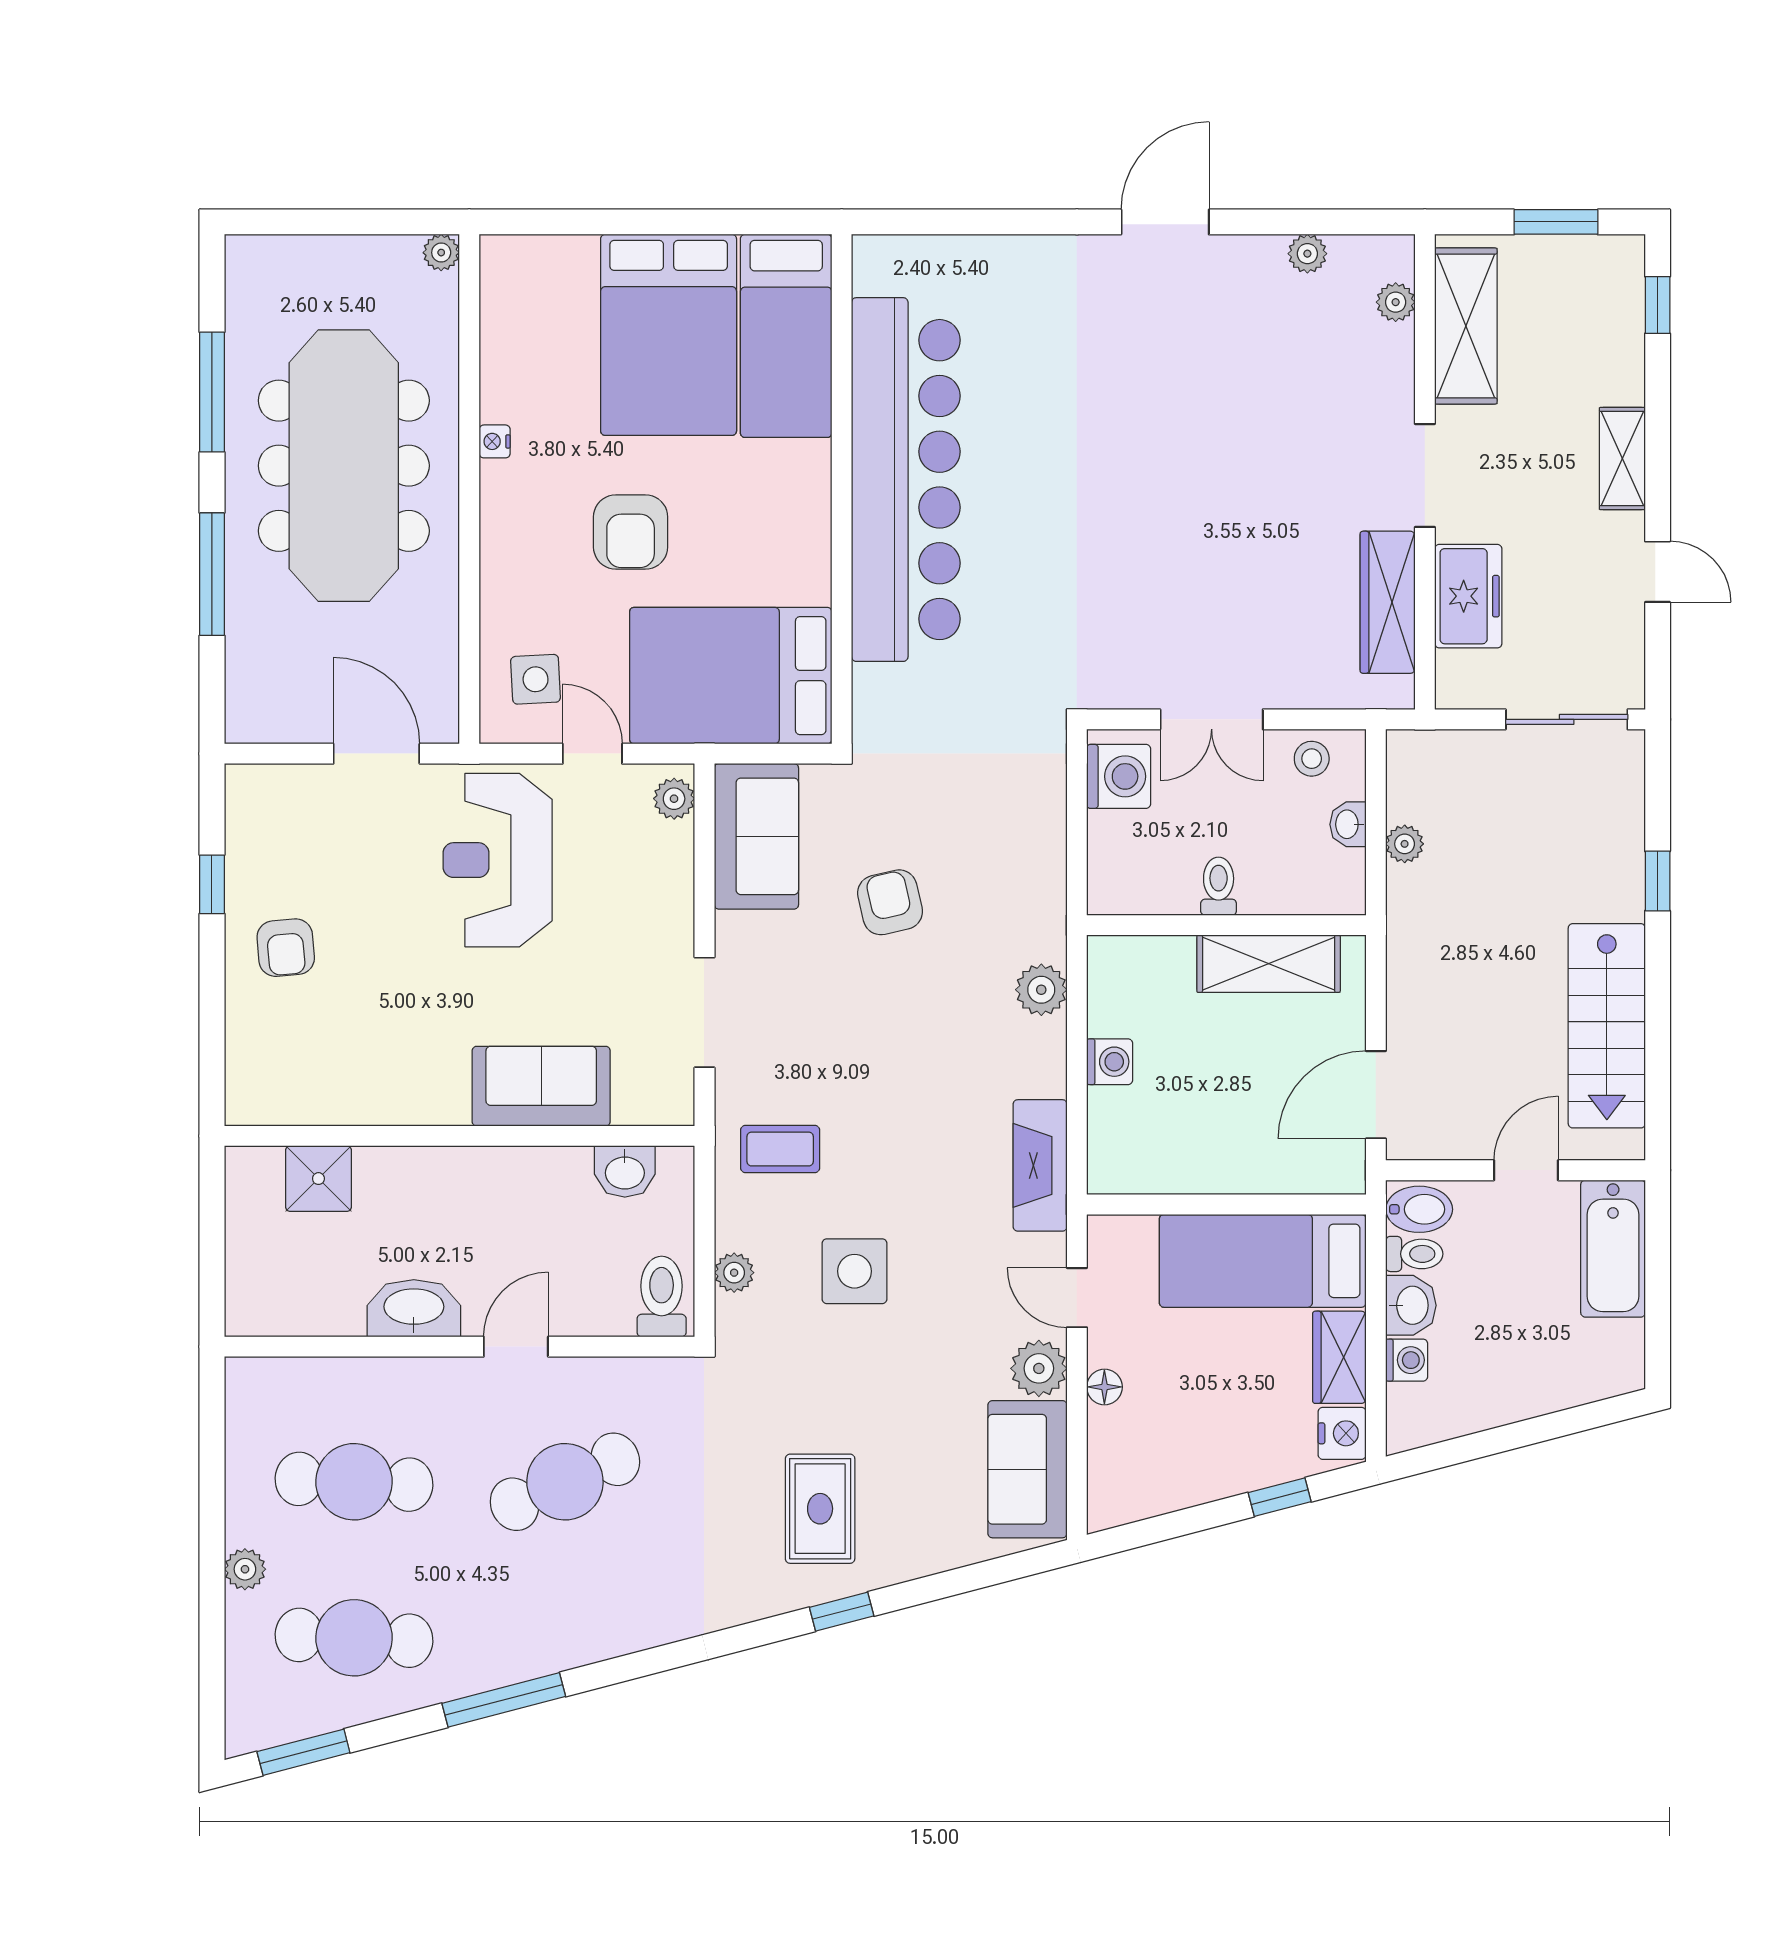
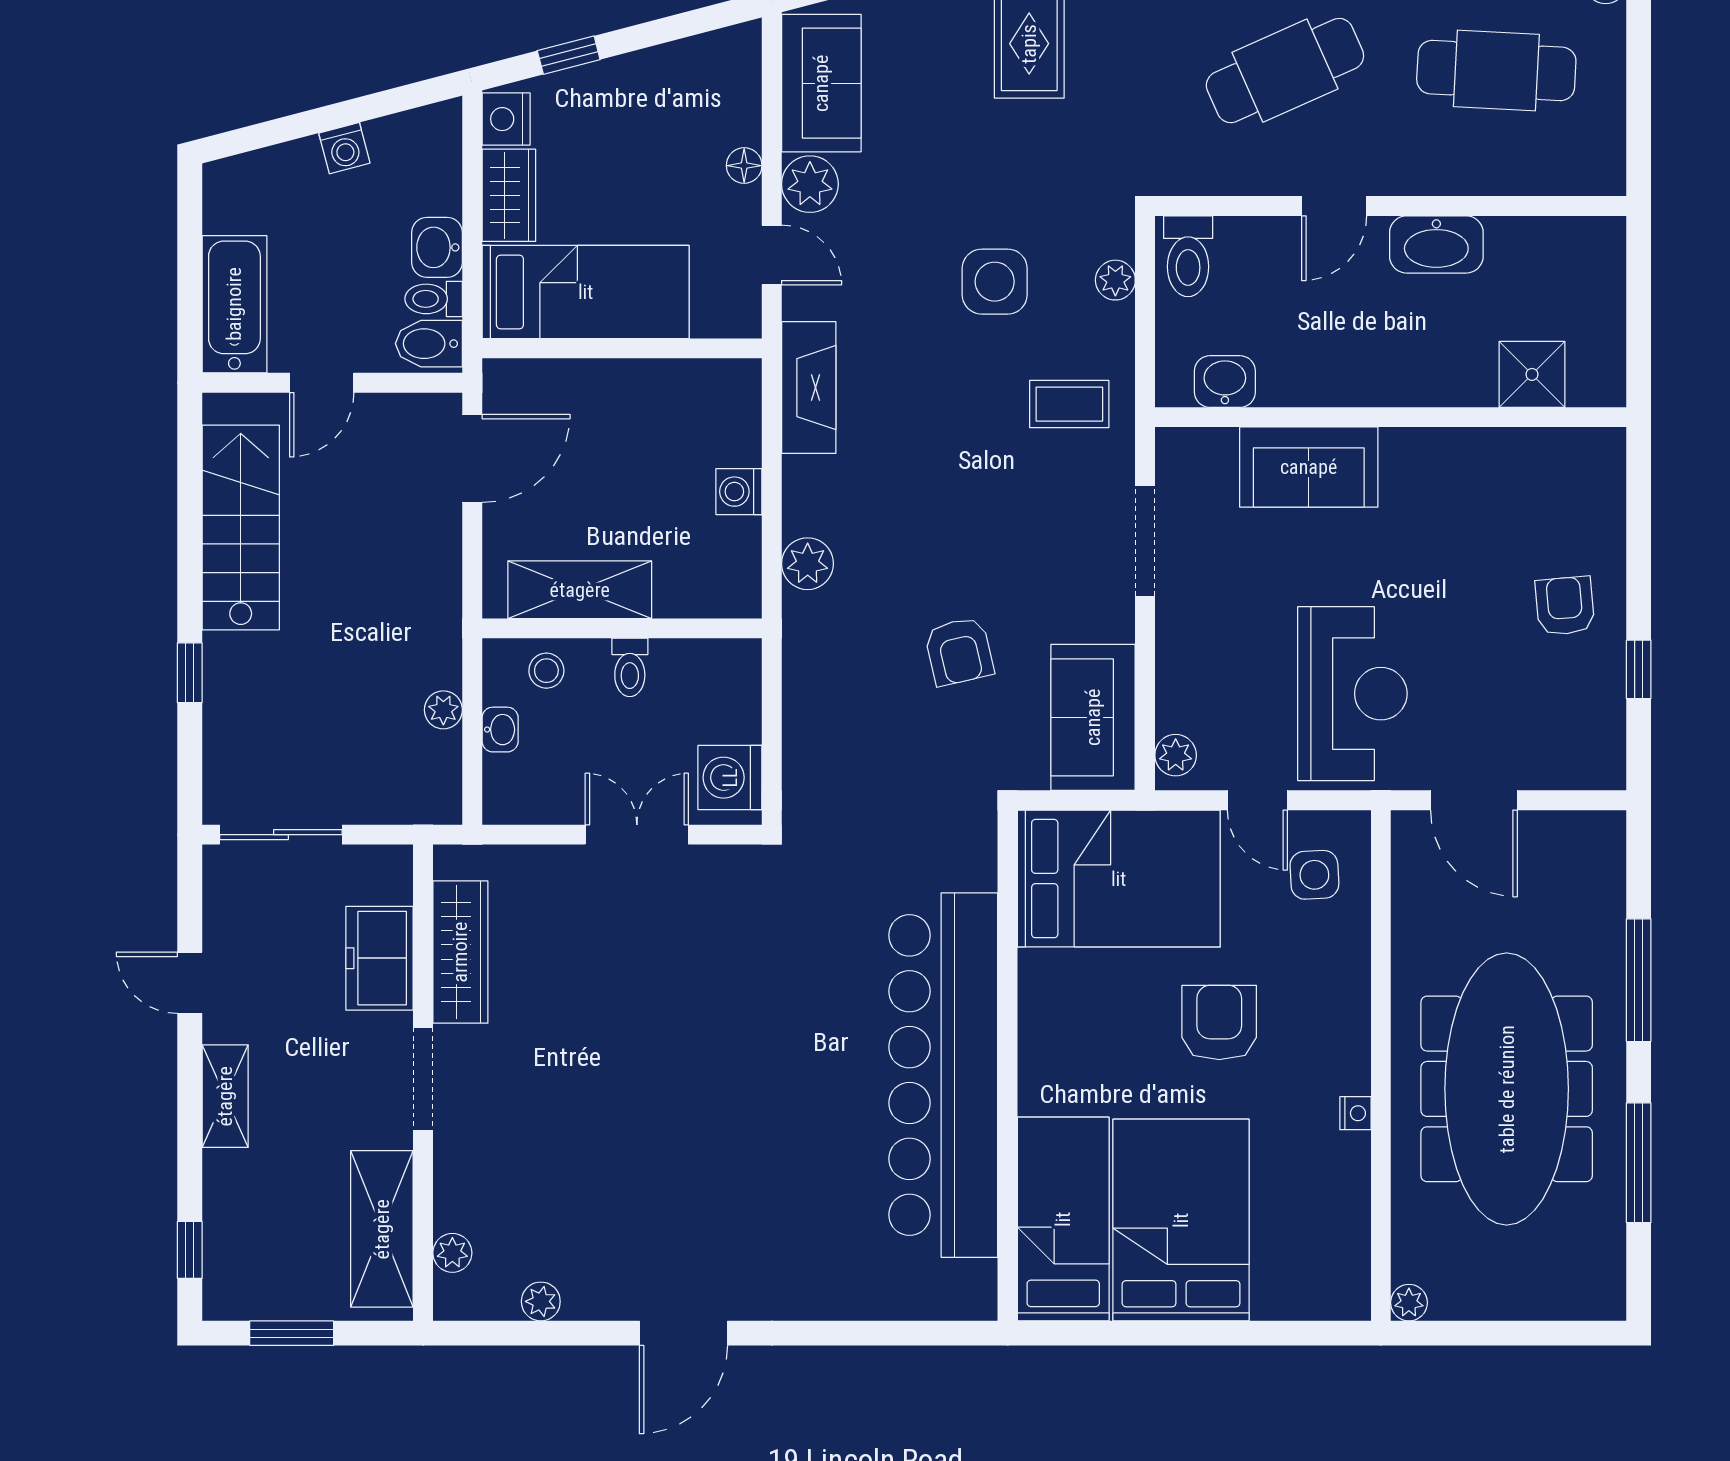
stool: (1312, 759) -> (546, 671), moved
washing machine: (1407, 1360) -> (344, 148), moved, turned -105

